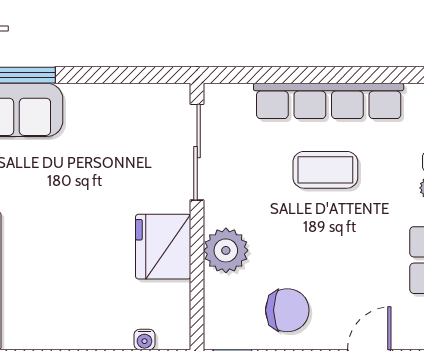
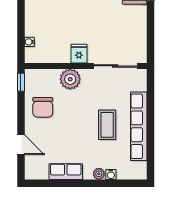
fridge: (163, 247) -> (79, 54), width x0.53, depth x0.75

